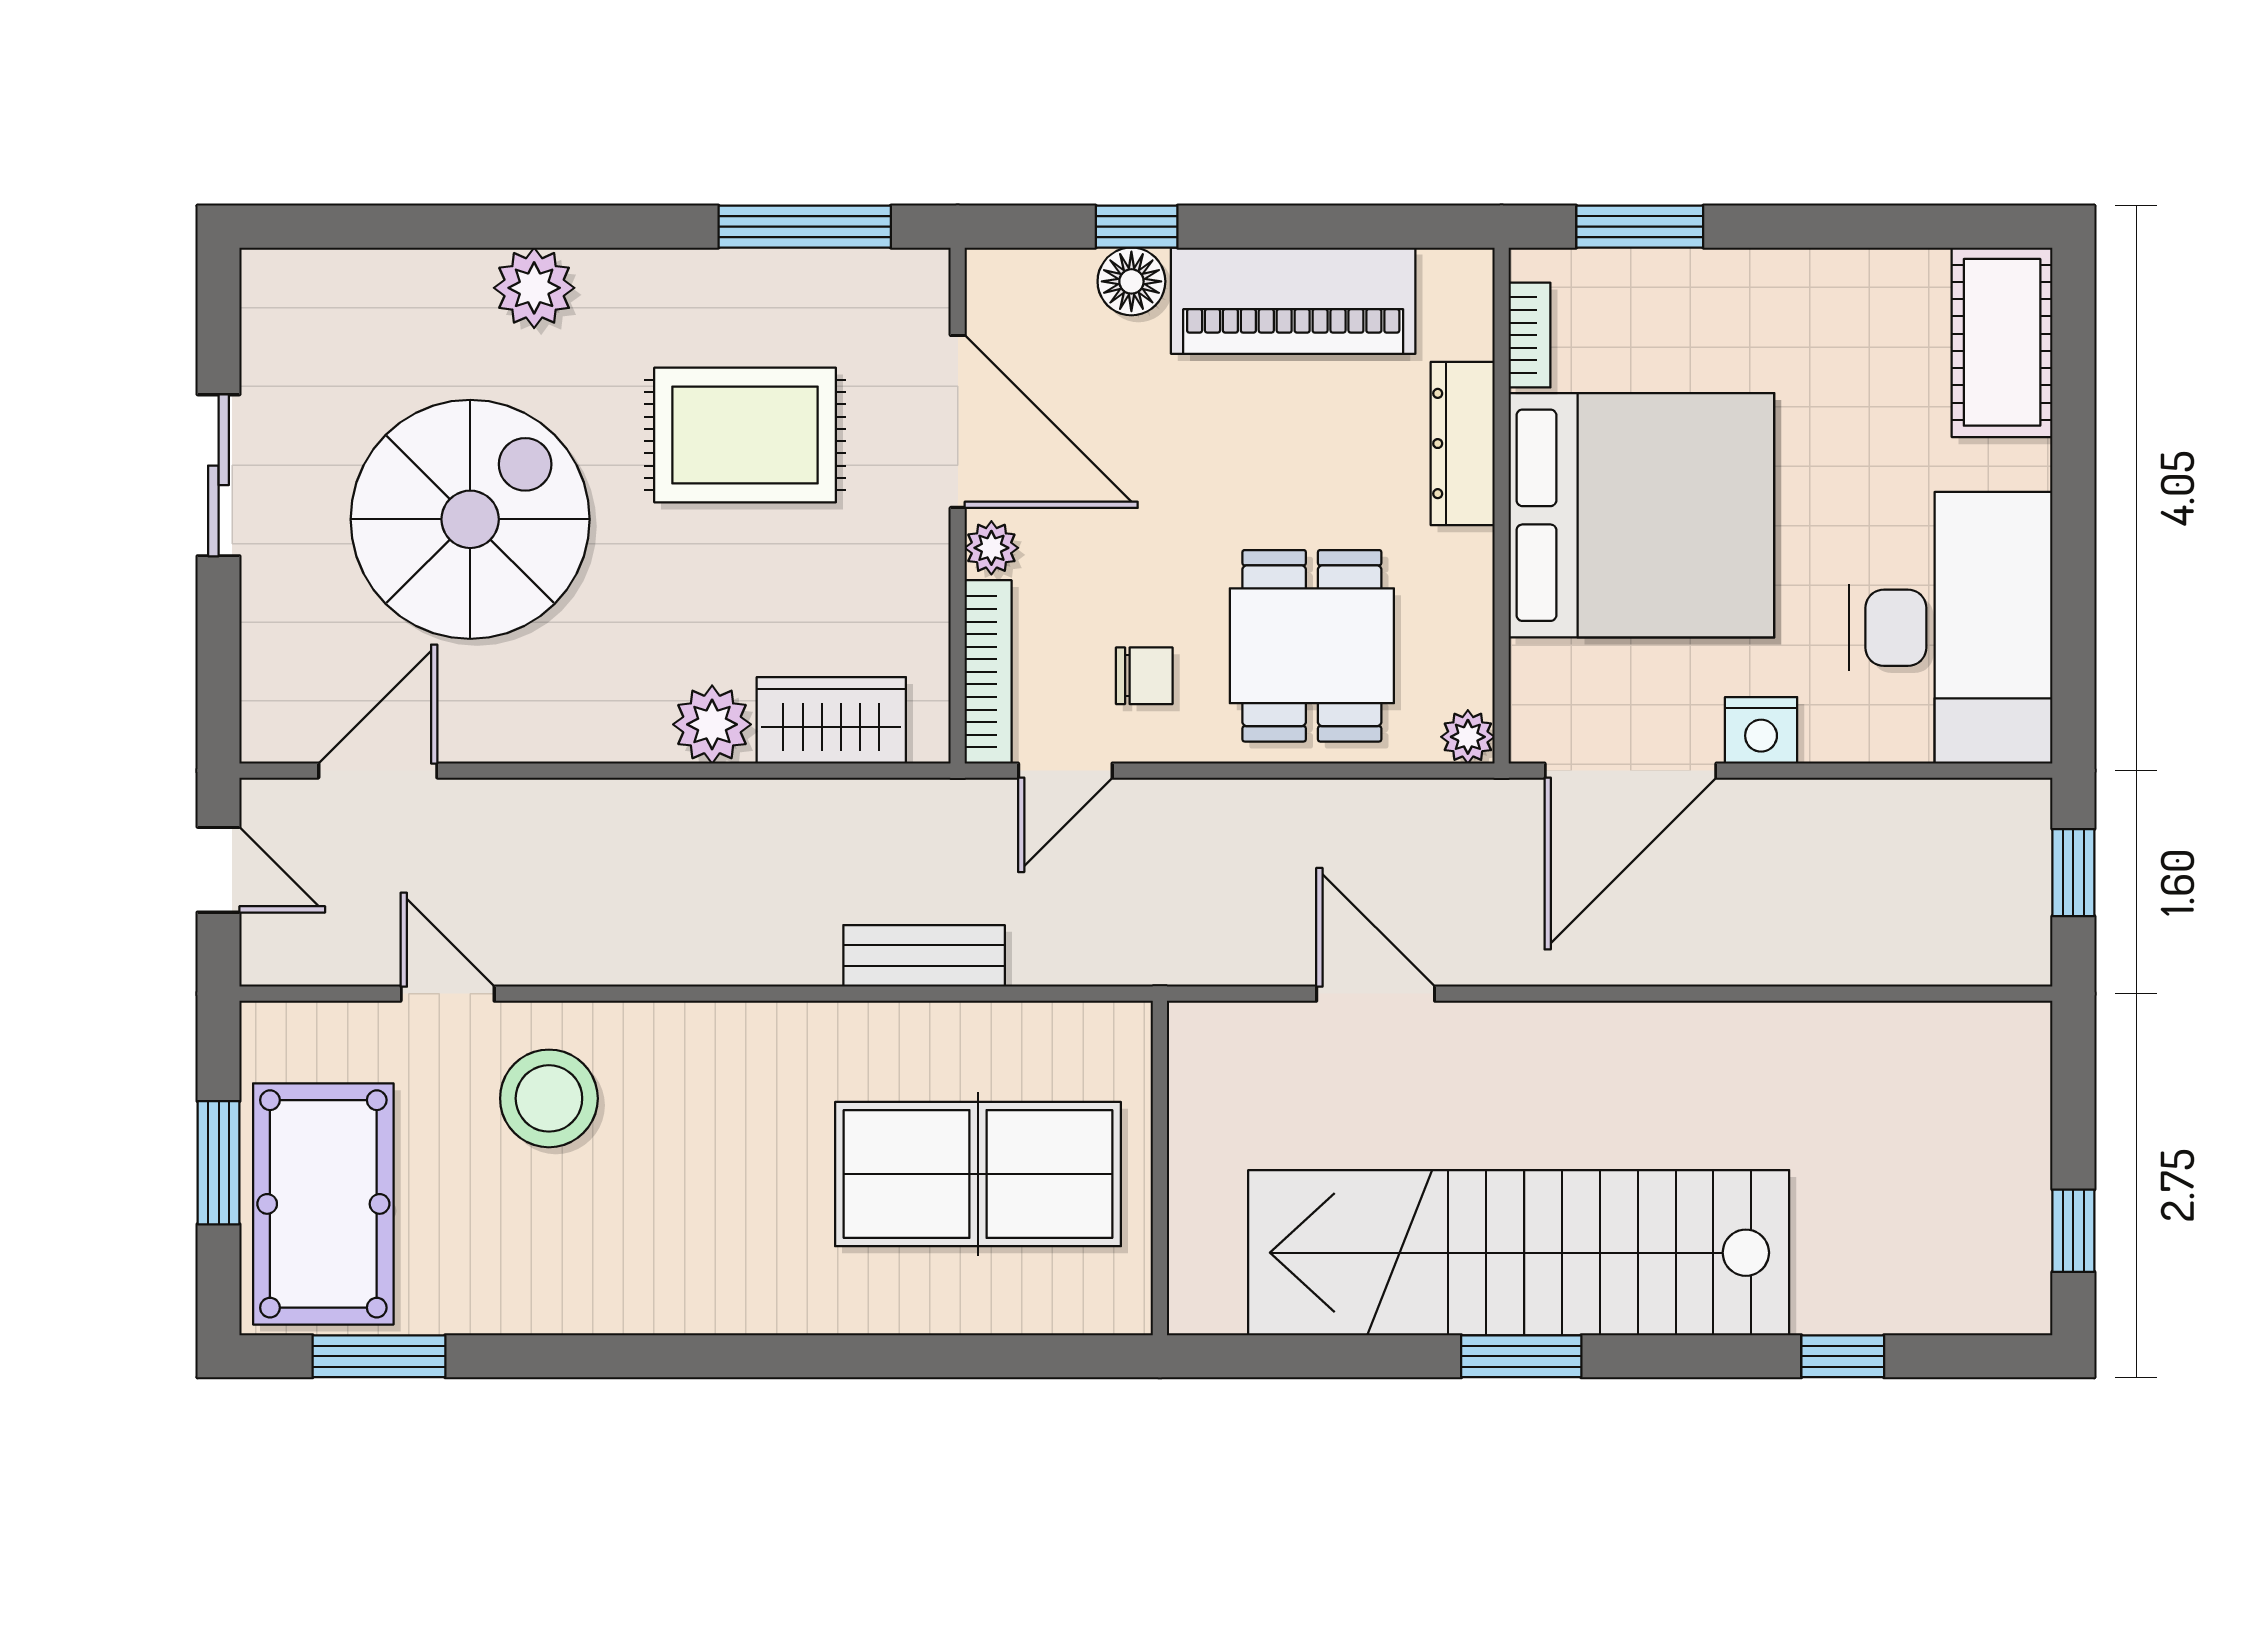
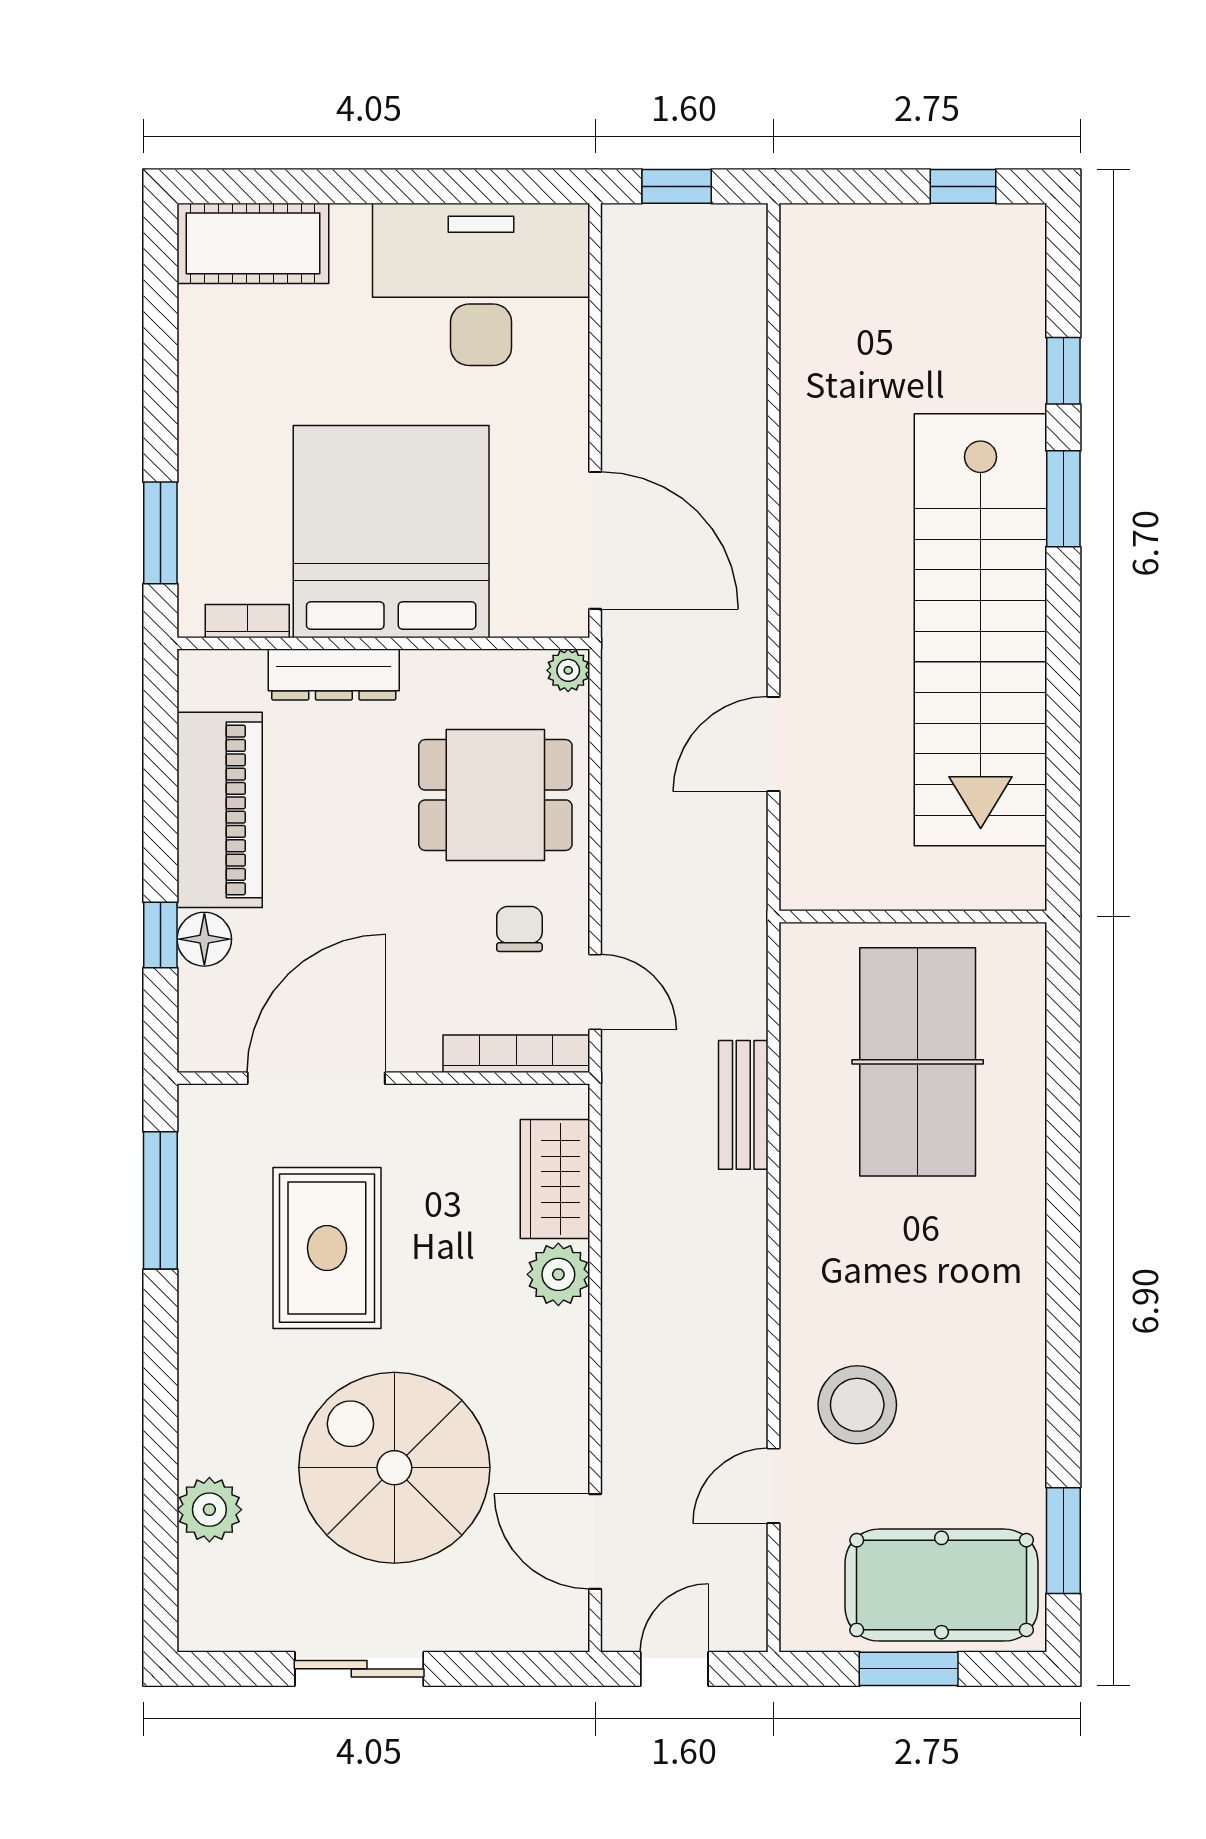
plant: (534, 288) -> (209, 1510), moved
plant: (991, 548) -> (417, 1051), removed
nightstand: (1761, 730) -> (563, 436), removed
window: (1521, 1356) -> (1063, 499), moved

